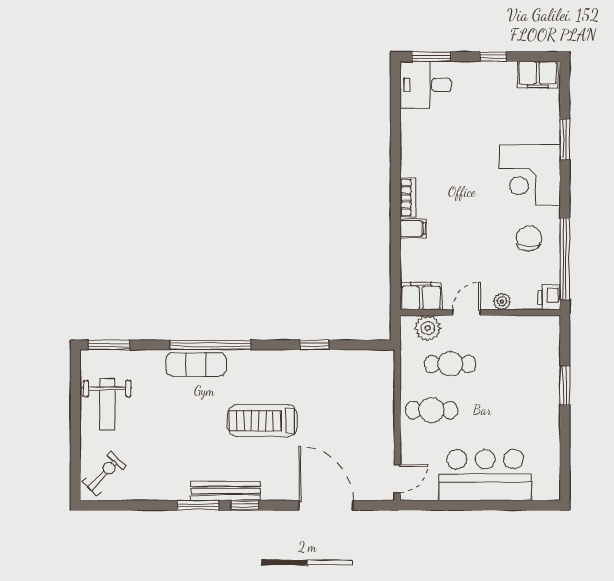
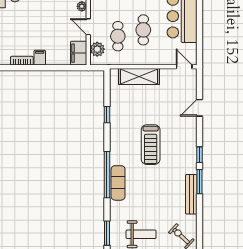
shelving: (381, 400) -> (139, 76), added
cafe table: (431, 410) -> (143, 30), moved
bench: (225, 491) -> (191, 194), moved
door: (326, 505) -> (199, 108), width x0.53

